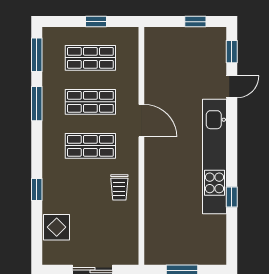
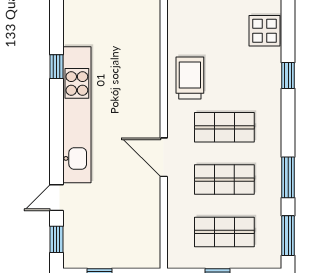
trolley: (119, 187) -> (190, 78), width x1.36, depth x1.39

